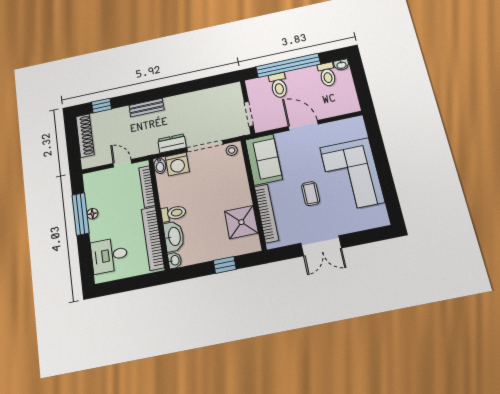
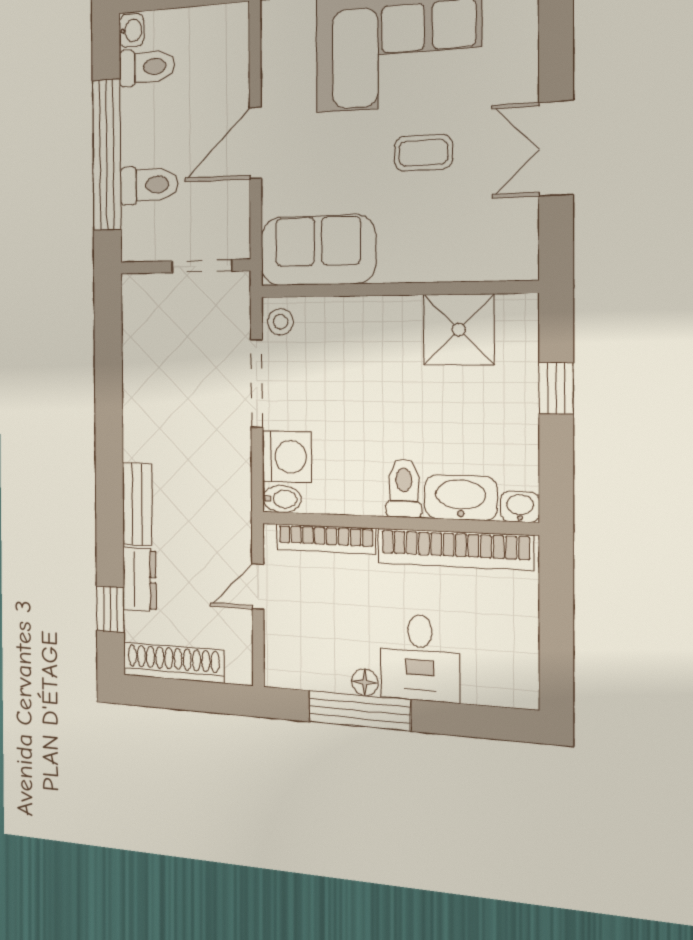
dresser: (172, 143) -> (140, 579), moved, turned 180
bookcase: (266, 213) -> (450, 266), removed
double door: (321, 246) -> (556, 148), swing flipped
desk: (109, 255) -> (420, 658), moved

